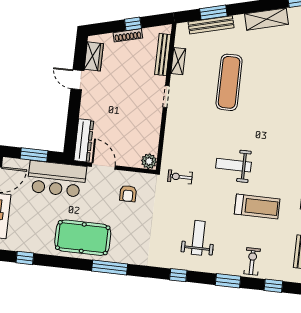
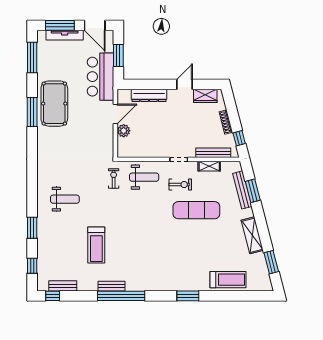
window: (133, 24) -> (239, 138), moved
dresser: (84, 140) -> (149, 95), moved
plant: (149, 161) -> (124, 131), moved
weight bench: (234, 165) -> (144, 177), moved, turned 90
armchair: (128, 194) -> (95, 137), removed
window: (25, 258) -> (32, 58), width x2.17
exercise bike: (252, 261) -> (180, 185), moved
window: (110, 267) -> (32, 112), moved
window: (178, 275) -> (32, 186), removed

